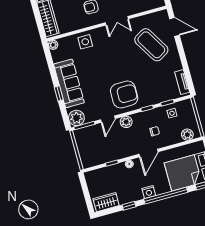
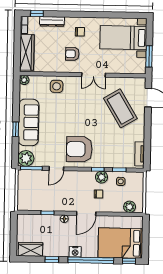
armchair: (124, 94) -> (79, 149), turned 180
plant: (126, 122) -> (102, 177), moved

